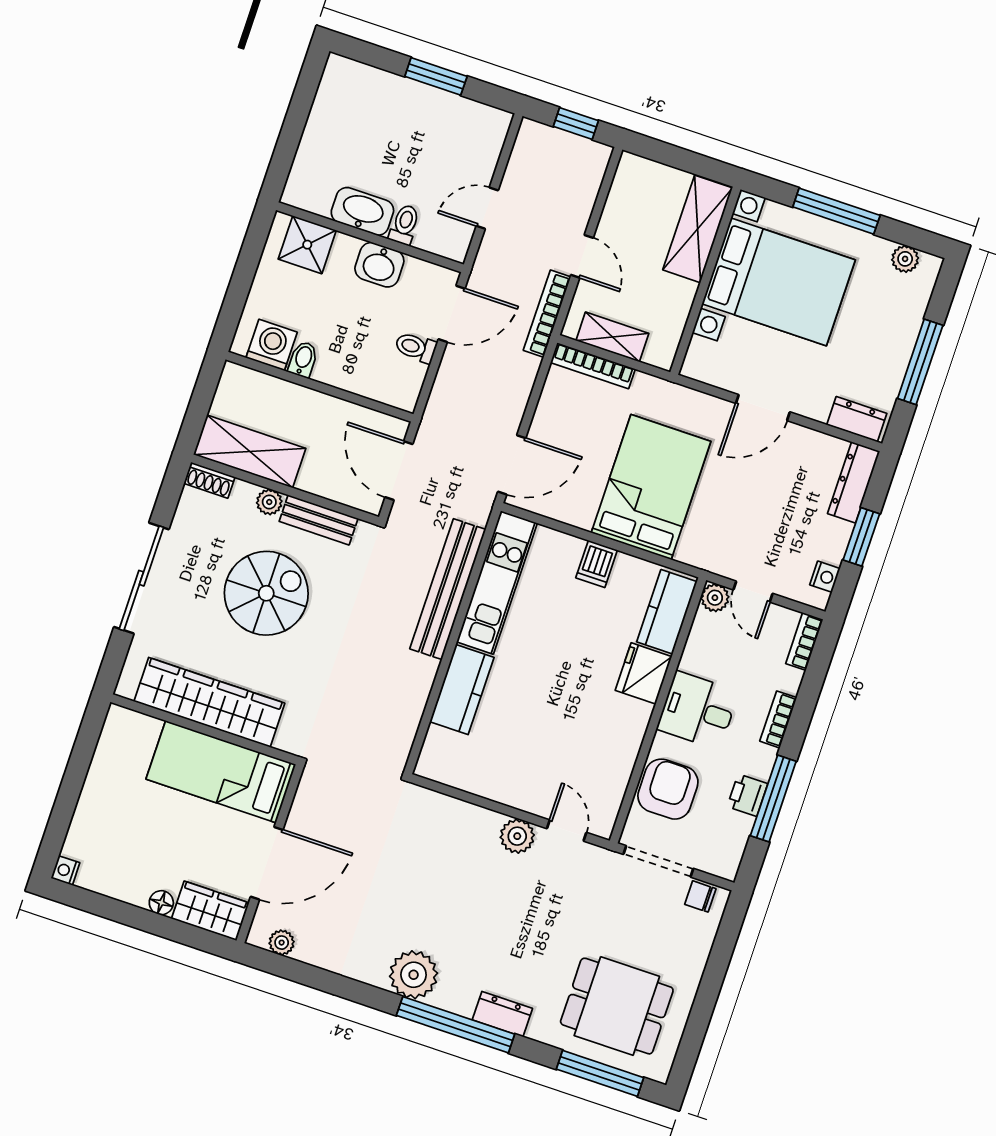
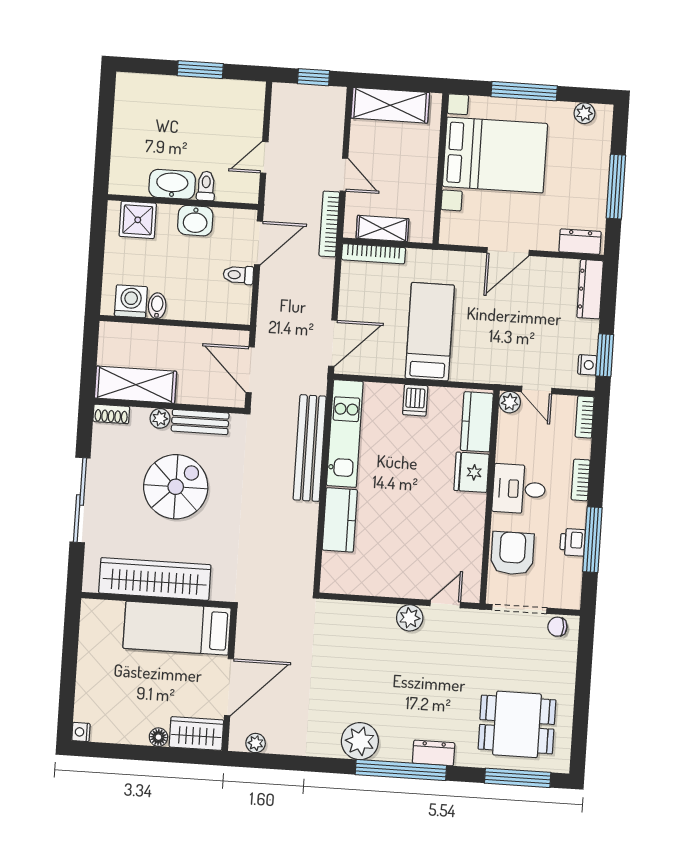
shelving: (698, 229) -> (390, 105), moved, turned 90
bed: (651, 487) -> (430, 332), width x0.67
window: (861, 537) -> (605, 355), moved
door: (567, 831) -> (445, 604), hinge flipped

